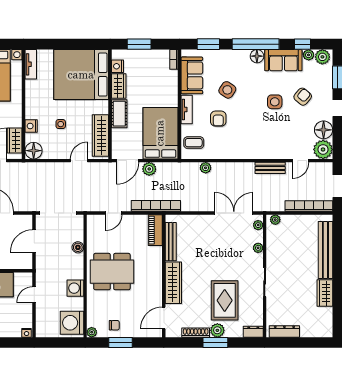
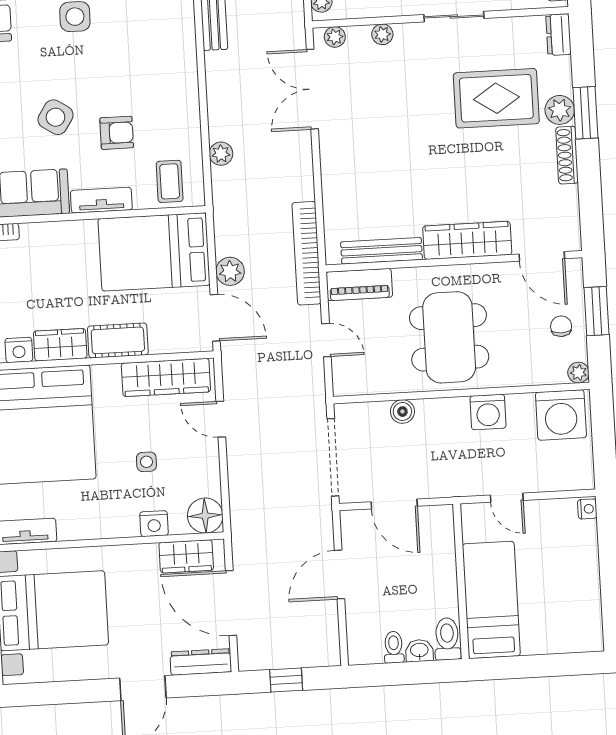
piano: (155, 230) -> (359, 285), moved
bench: (171, 242) -> (382, 251), moved
wall: (164, 276) -> (454, 261), moved
wardrobe: (173, 283) -> (467, 240), moved
door: (164, 318) -> (542, 256), moved

